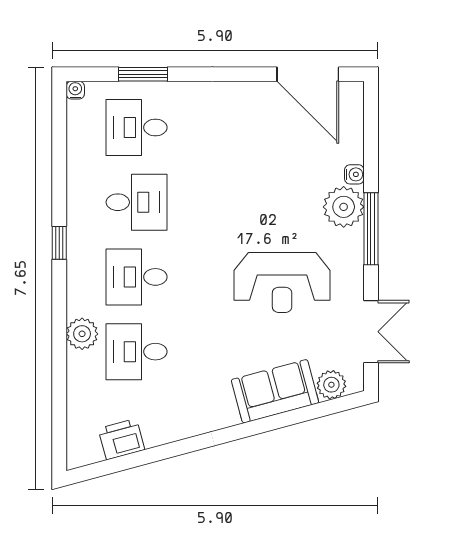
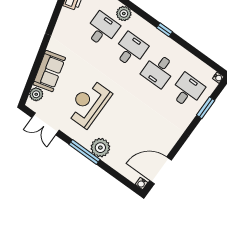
water cooler: (354, 174) -> (141, 183), moved

